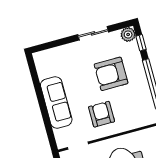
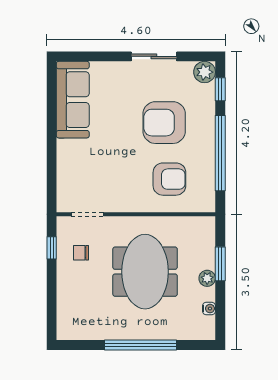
sofa: (56, 102) -> (73, 100), moved
armchair: (102, 114) -> (169, 179), moved, turned 90

